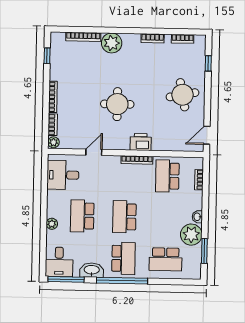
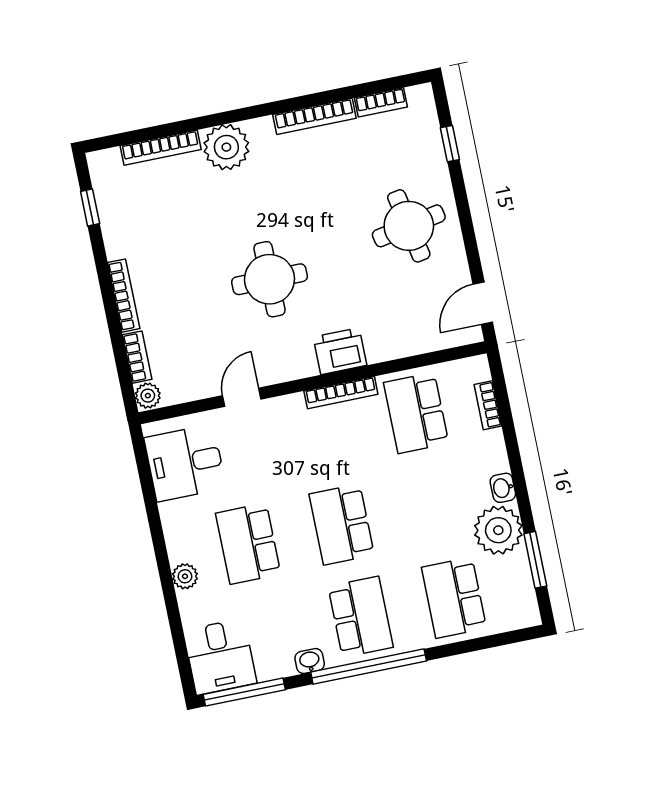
bookcase: (153, 38) -> (314, 116), width x1.56
school desk: (166, 259) -> (454, 598), turned 90
washbasin: (92, 270) -> (310, 661), width x0.52, depth x0.69

